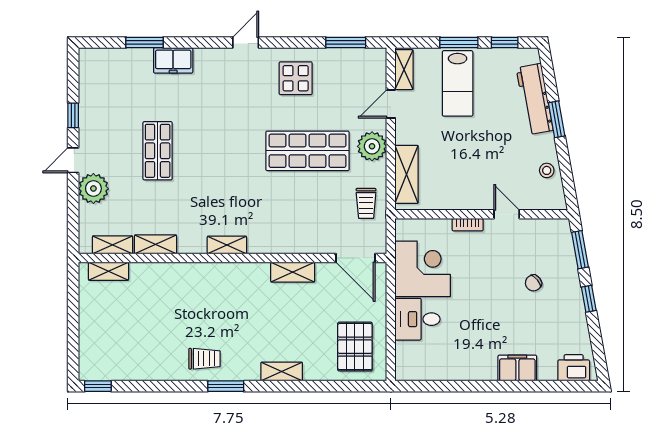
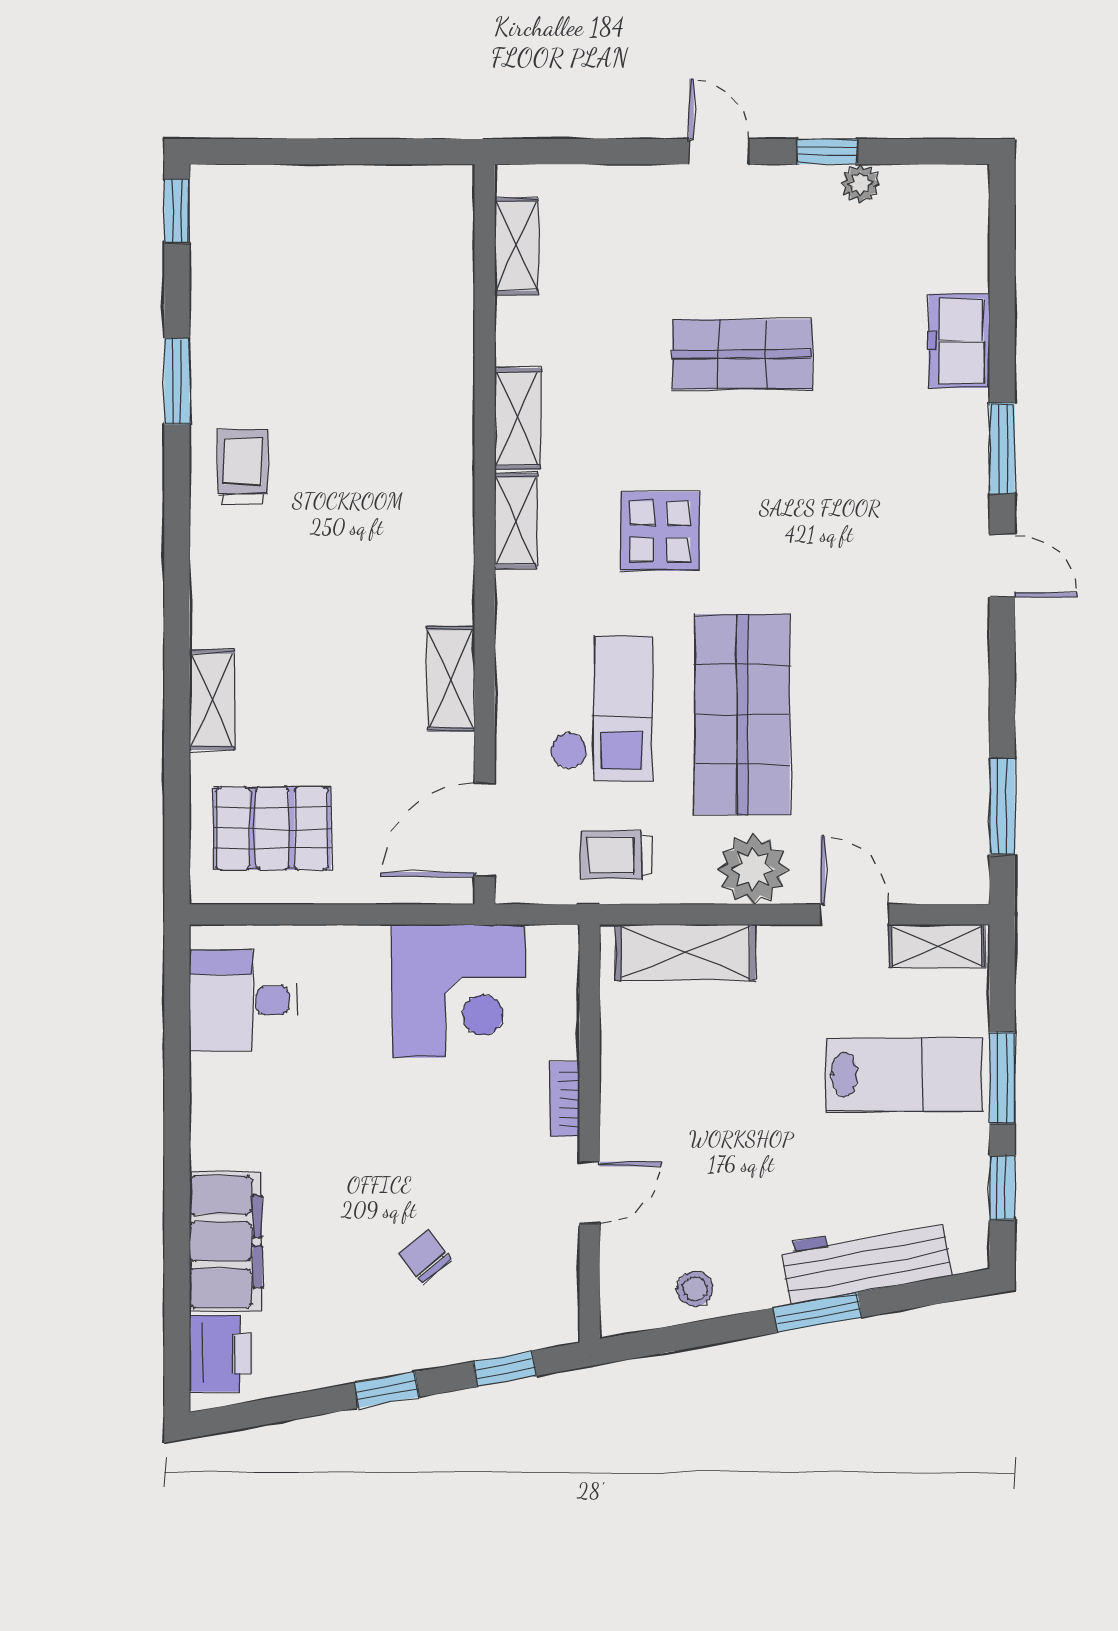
window: (145, 42) -> (1002, 448), moved
freezer: (173, 60) -> (959, 341), moved
display table: (296, 78) -> (660, 531), moved
lab bench: (458, 83) -> (904, 1075), turned 180
plant: (93, 189) -> (860, 183), moved, width x0.53, depth x0.53
checkout: (305, 209) -> (601, 708), added
shelving: (156, 244) -> (517, 419), moved
window: (580, 250) -> (505, 1369), width x0.67
shelving: (108, 271) -> (453, 236), removed
desk: (418, 319) -> (244, 1000), moved, turned -90
trolley: (204, 359) -> (243, 467), turned 180
filing cabinet: (517, 368) -> (226, 1241), width x1.50, depth x1.17
shelving: (282, 372) -> (212, 700), moved
window: (226, 386) -> (177, 381), moved

